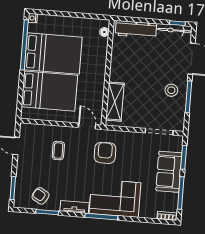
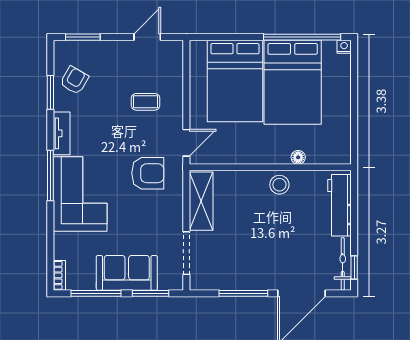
floor lamp: (104, 32) -> (298, 157), moved
stool: (171, 90) -> (279, 185), moved
shelving: (115, 102) -> (201, 201), moved, turned 90

